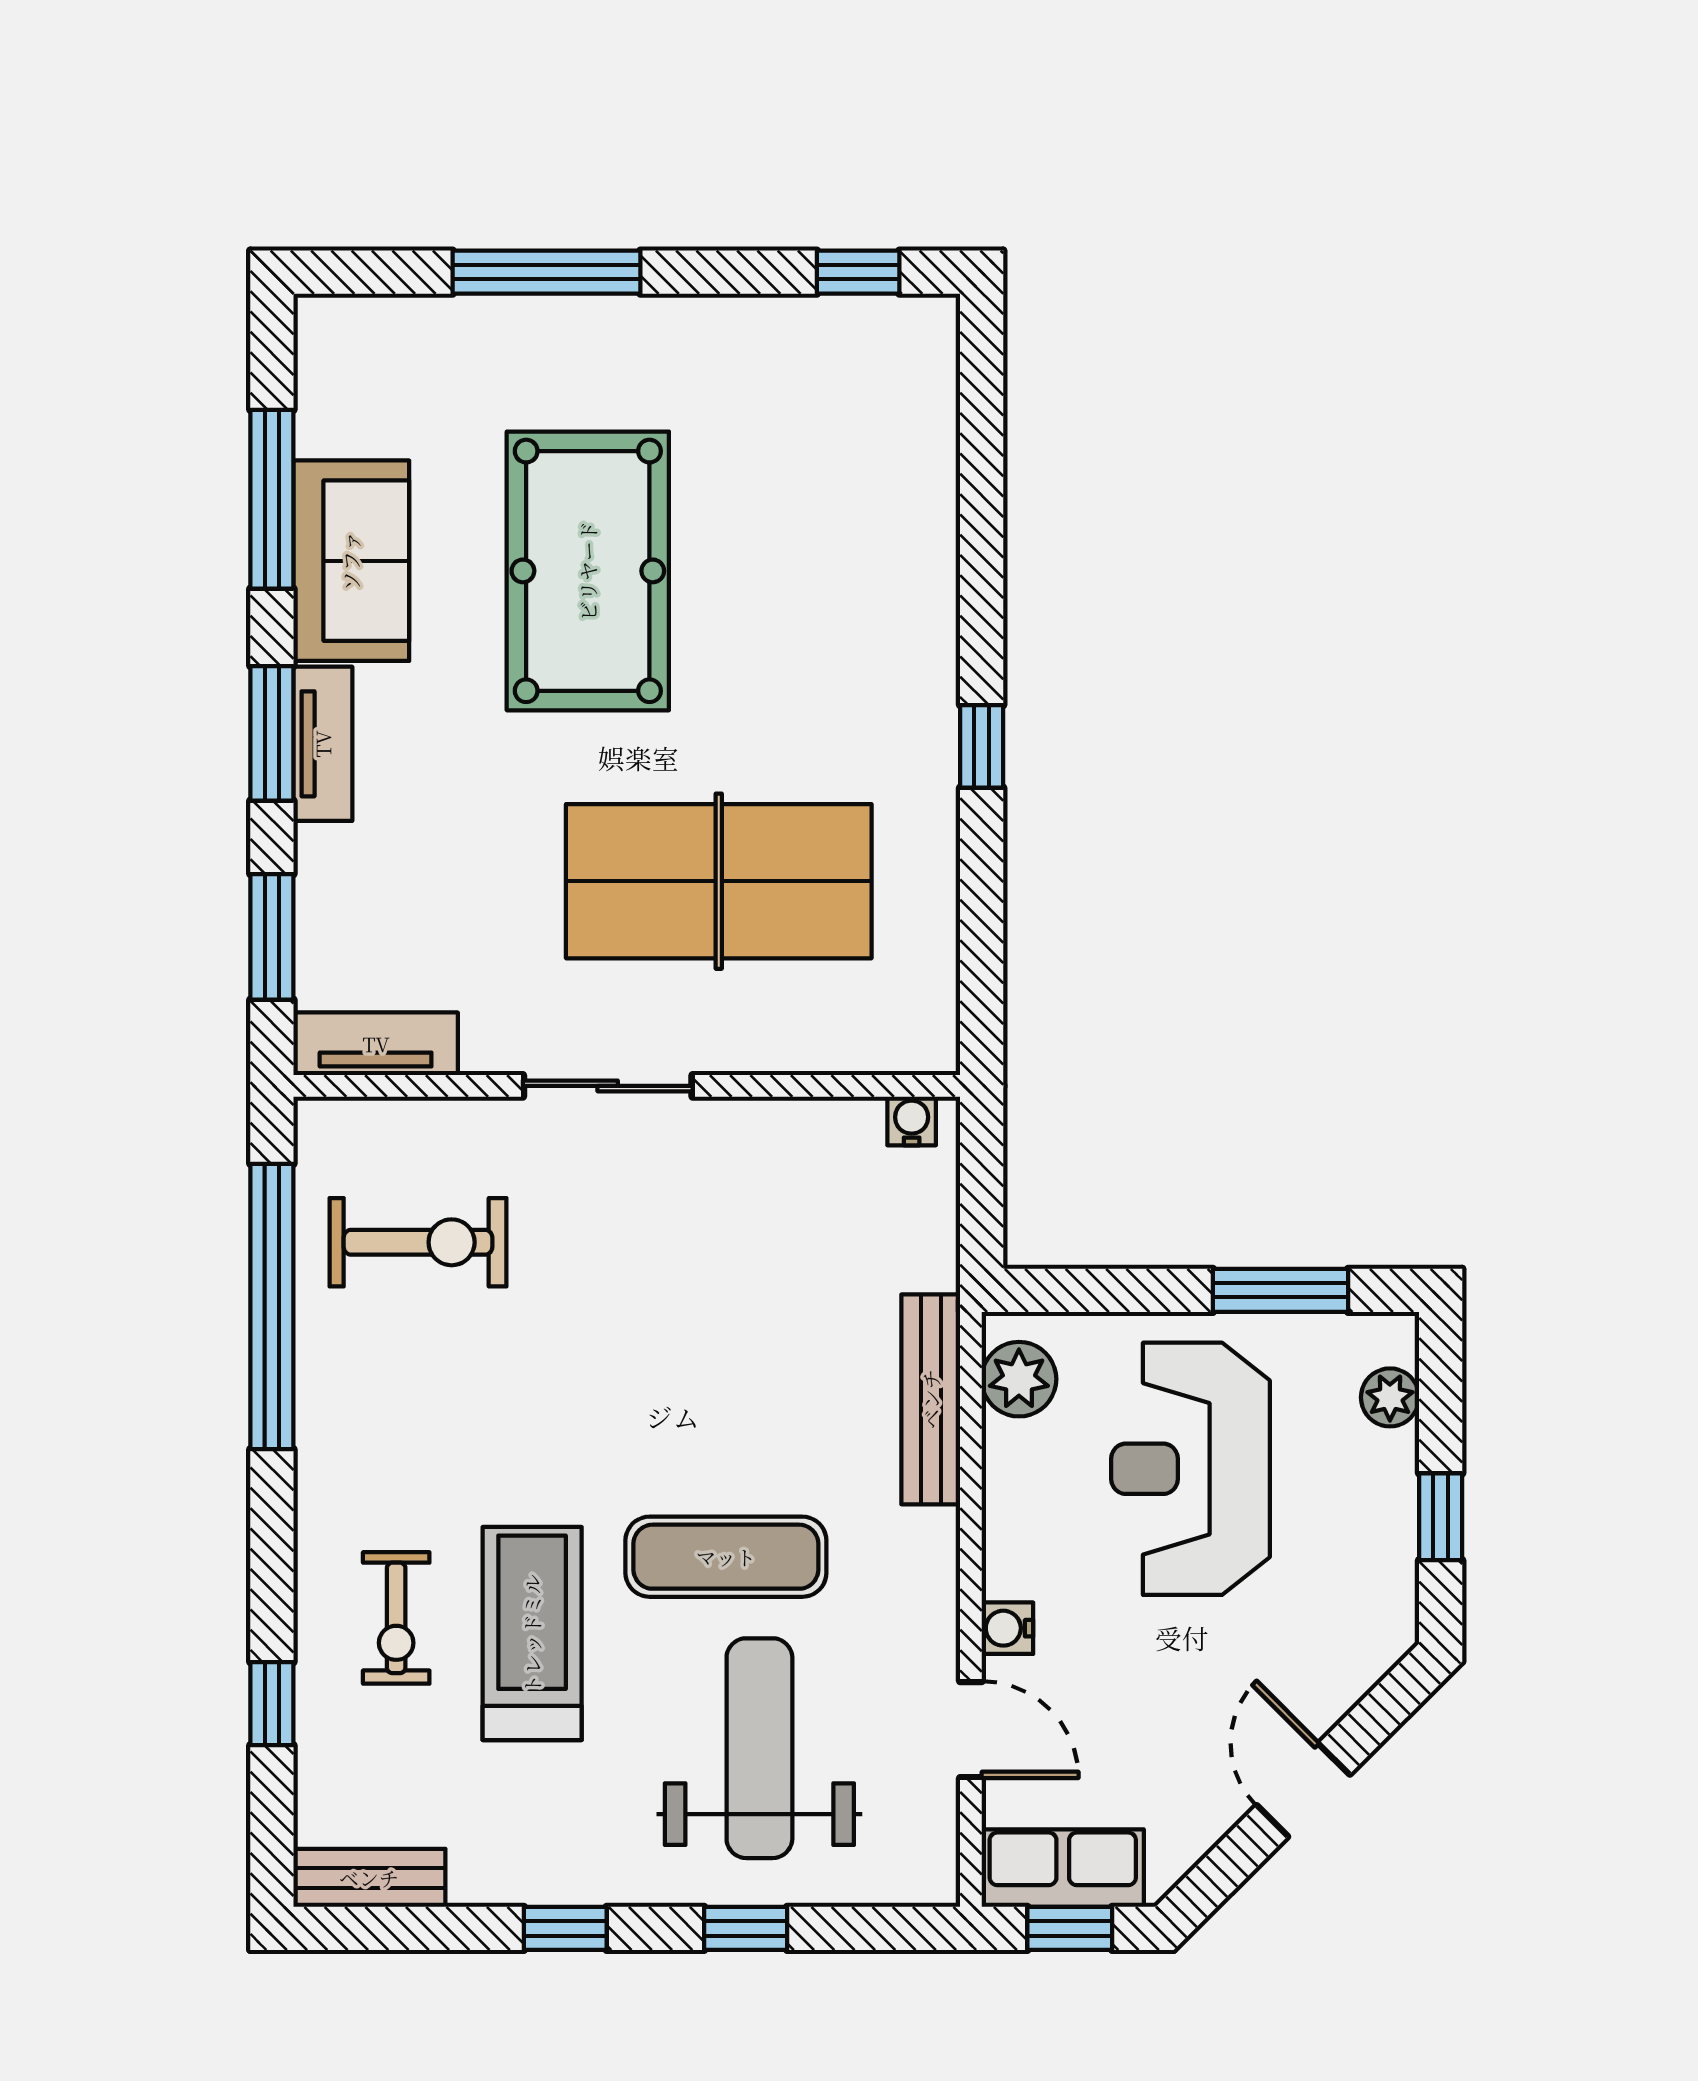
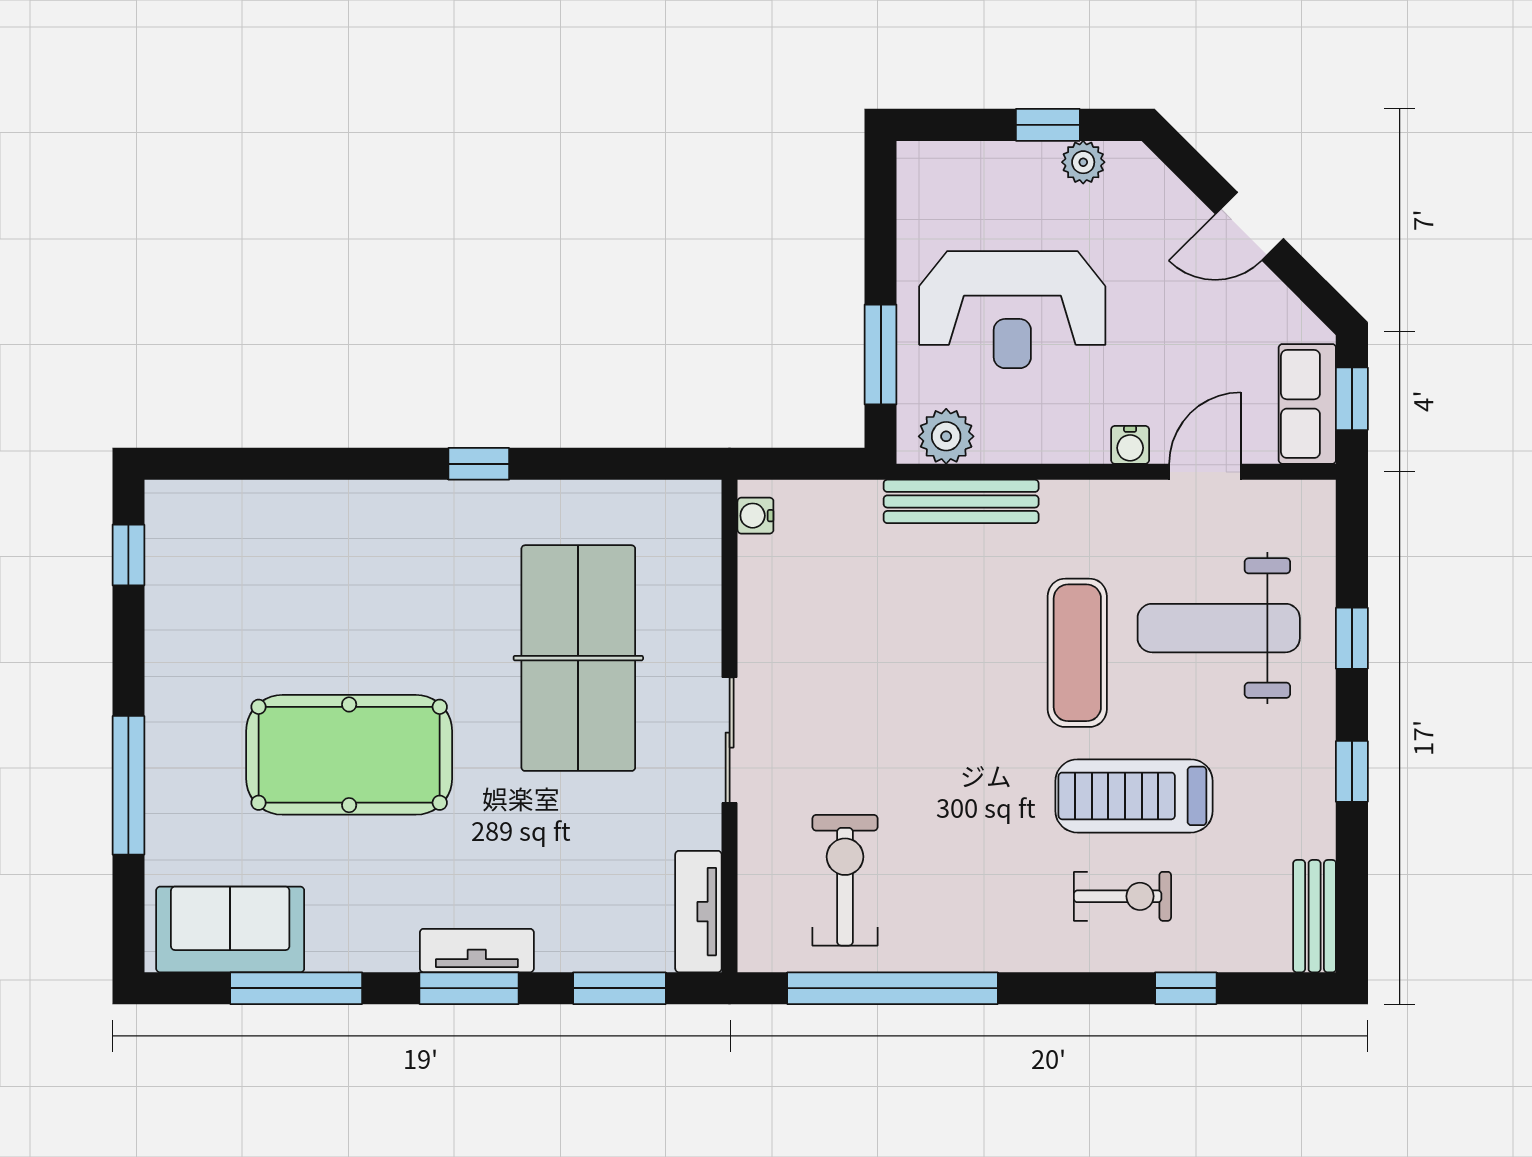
sofa: (351, 561) -> (230, 929), moved
window: (1281, 1290) -> (881, 354), moved
plant: (1390, 1397) -> (1083, 162), moved

